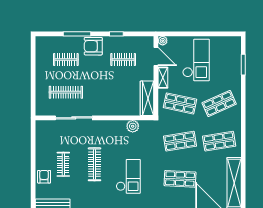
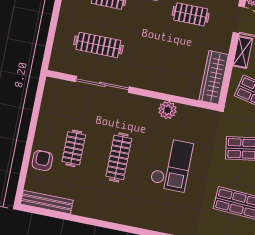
plant: (133, 126) -> (167, 110), moved
checkout: (128, 176) -> (172, 165), moved

